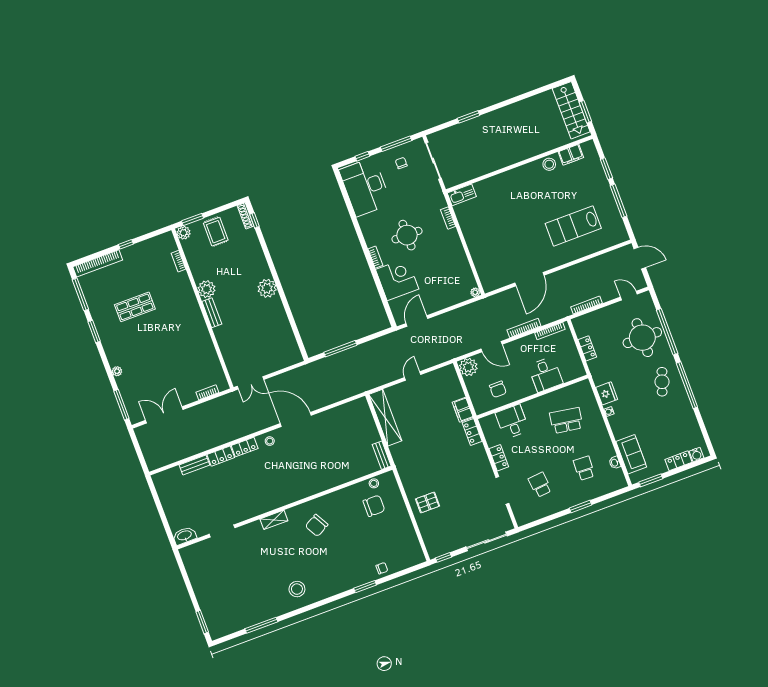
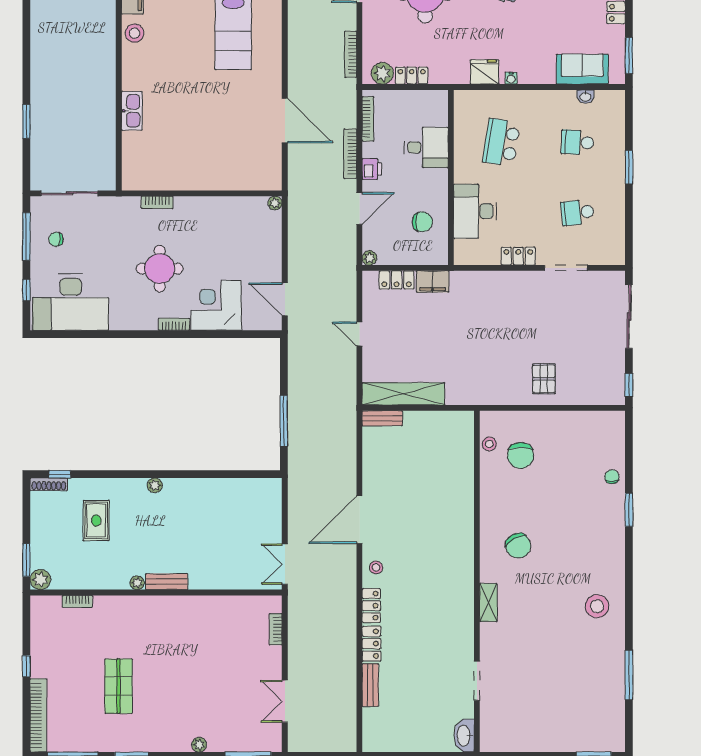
kitchen sink: (462, 195) -> (132, 111), moved
rug: (216, 232) -> (96, 520), moved, turned 90
plant: (267, 288) -> (155, 485), width x0.53, depth x0.53
plant: (207, 289) -> (137, 583), width x0.53, depth x0.53
plant: (582, 329) -> (382, 73), added
printer: (519, 345) -> (372, 169), added
plant: (468, 367) -> (369, 258), width x0.53, depth x0.53
double door: (250, 383) -> (285, 564), swing flipped
double door: (164, 415) -> (285, 701), width x0.73
desk: (512, 422) -> (475, 211), width x1.37
locker: (472, 432) -> (397, 280), moved
bench: (382, 455) -> (382, 418), moved
chair: (374, 506) -> (521, 455), turned 180

